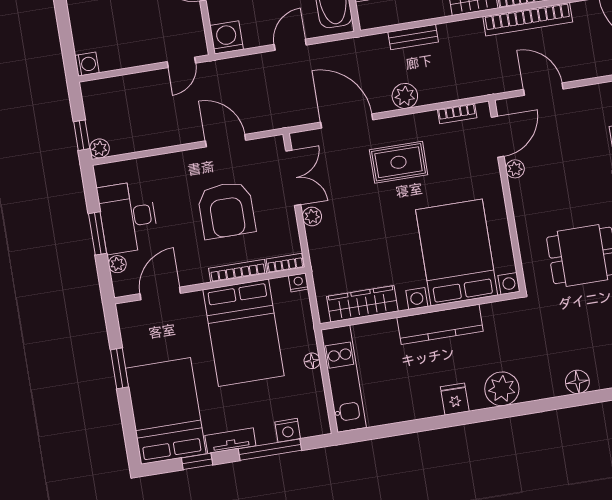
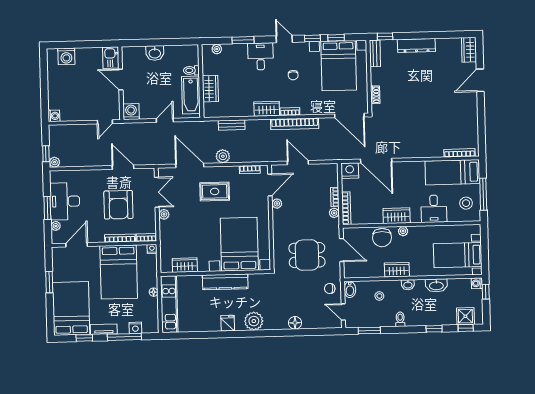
wardrobe: (362, 304) -> (185, 265), width x0.67

